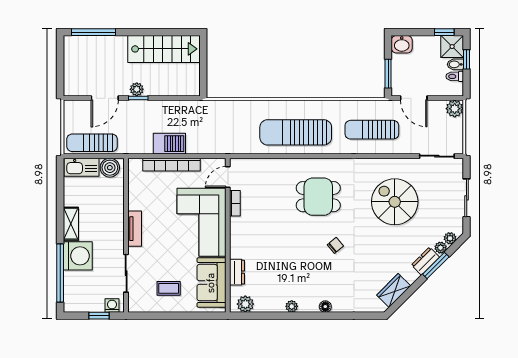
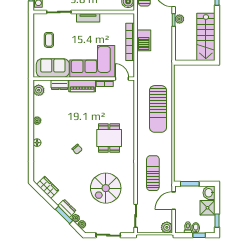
shower: (452, 47) -> (207, 208), moved
sun lounger: (296, 132) -> (158, 109), moved, turned 180
spiral stairs: (395, 202) -> (106, 188), turned 180
piano: (239, 238) -> (82, 86), added

